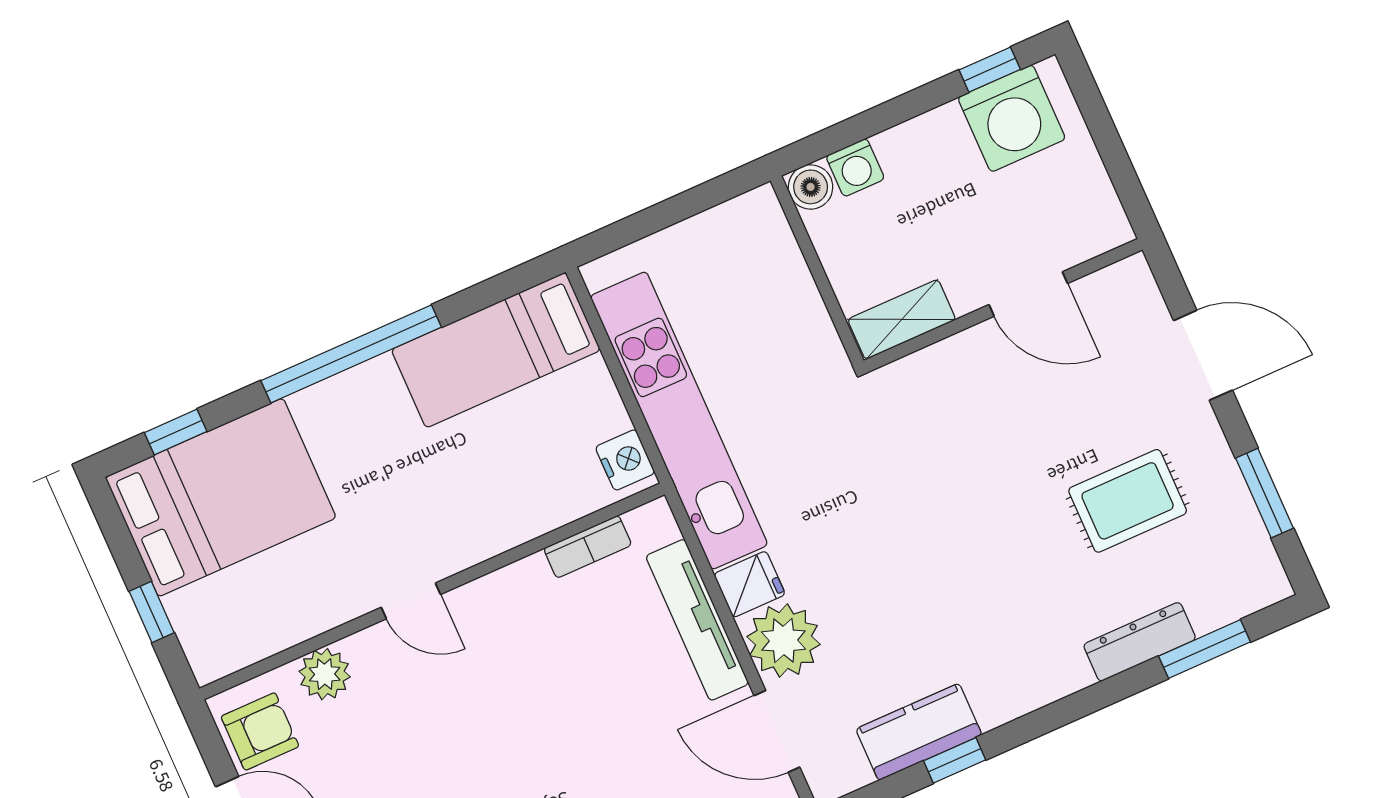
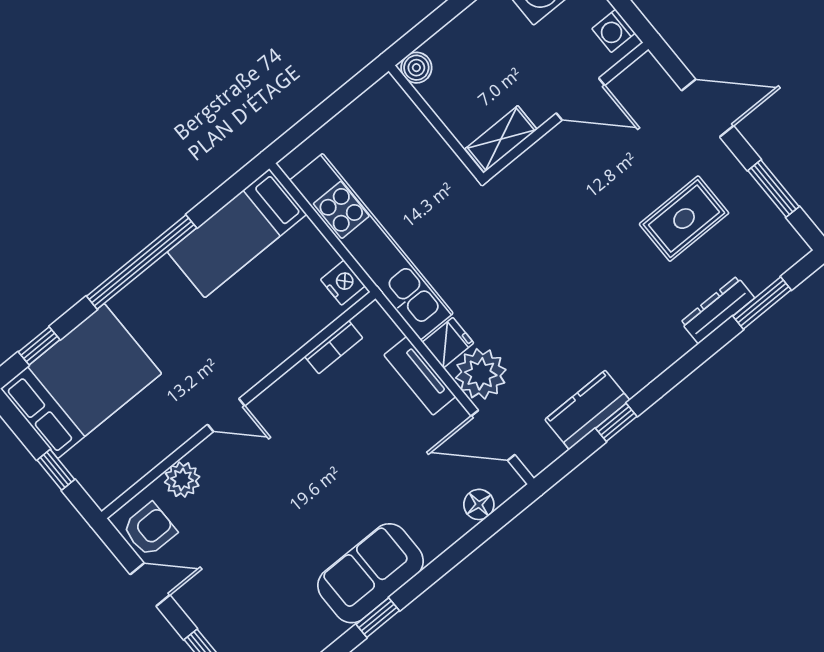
washing machine: (855, 168) -> (613, 31), moved, turned 90
tv unit: (697, 620) -> (420, 376), width x0.71

